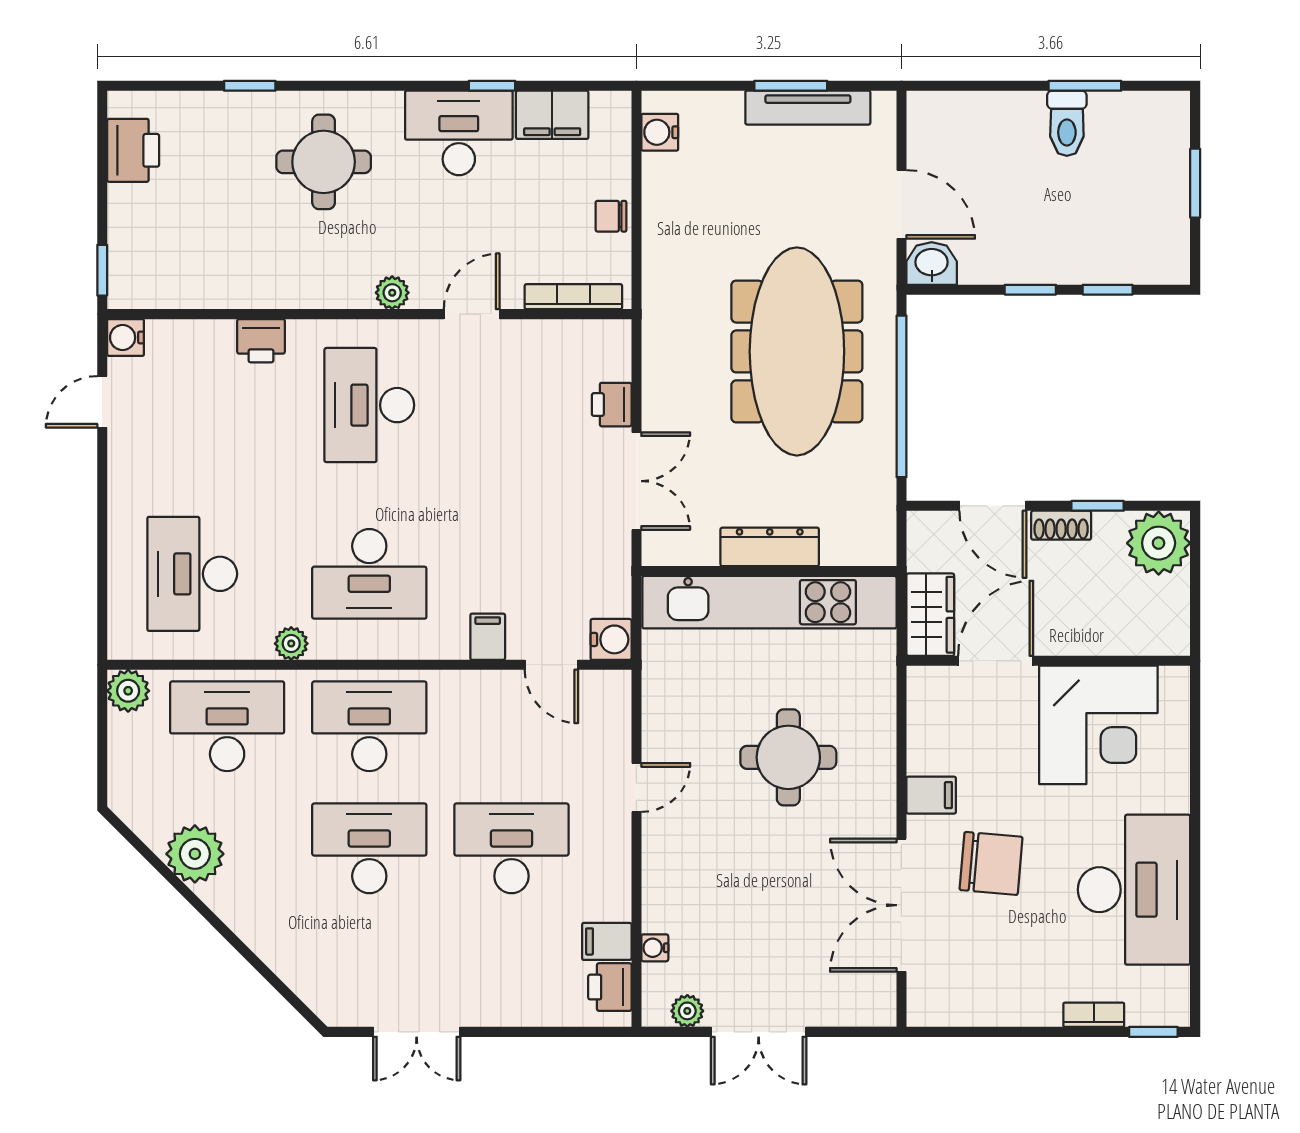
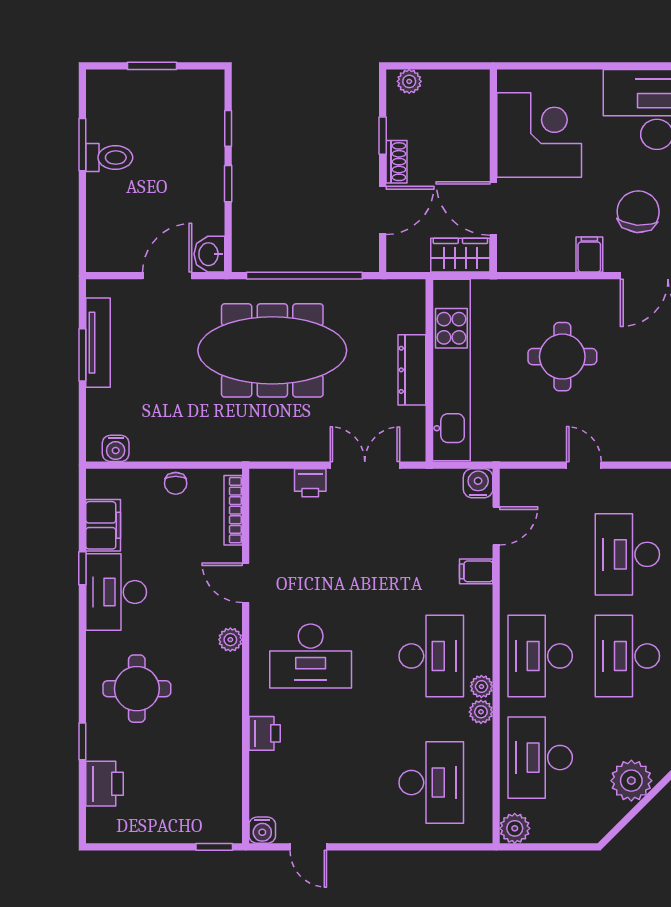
printer: (133, 150) -> (104, 784), moved, turned 90
plant: (1159, 543) -> (409, 81), width x0.53, depth x0.53
desk: (192, 574) -> (431, 783), turned -90
plant: (327, 644) -> (481, 686), added

